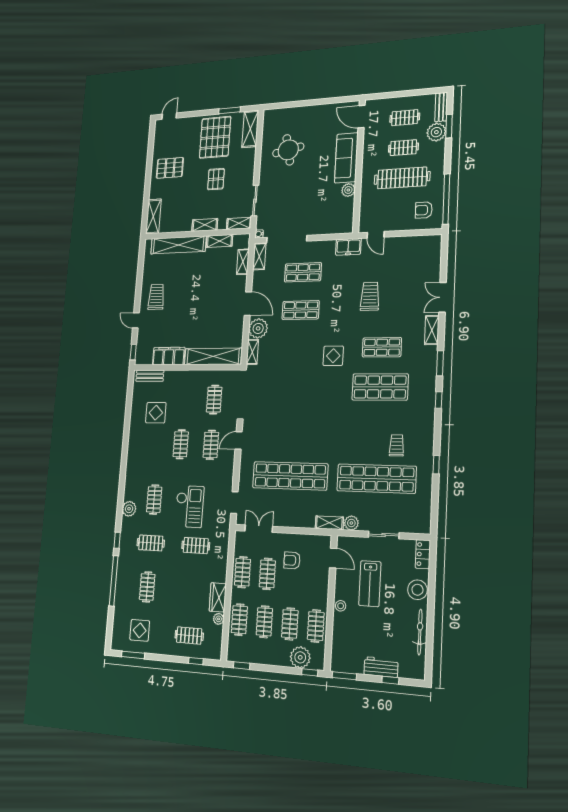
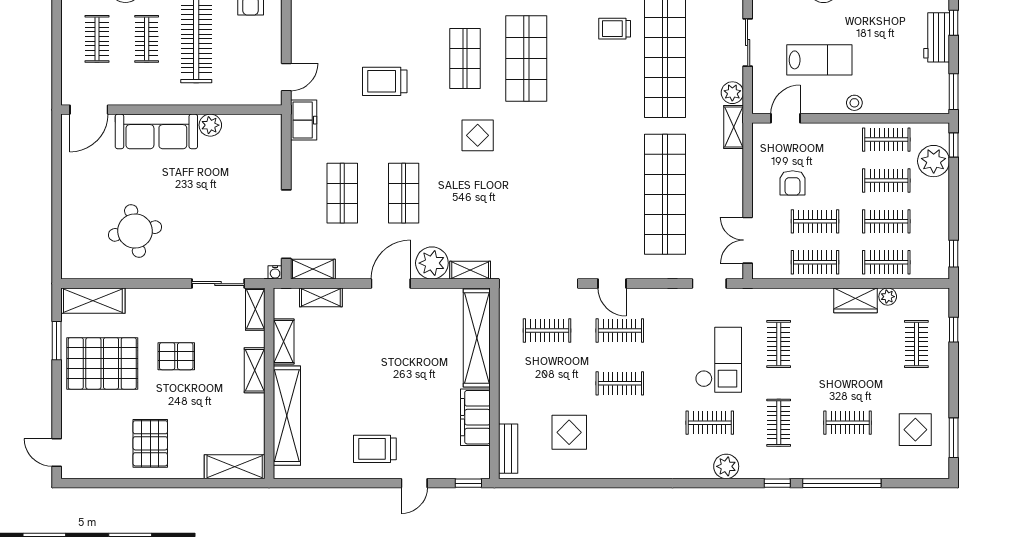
checkout: (189, 507) -> (718, 360), turned 90

